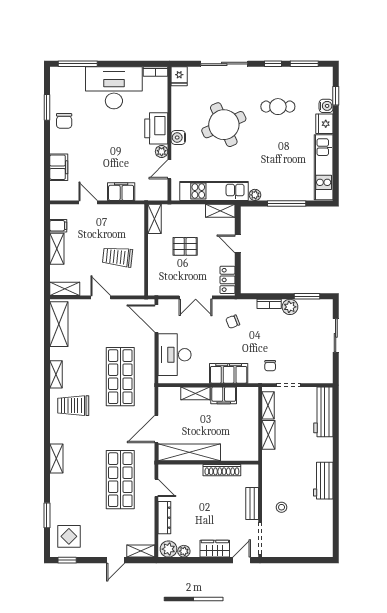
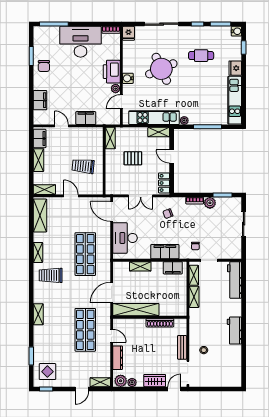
water cooler: (326, 106) -> (236, 31), moved
filing cabinet: (58, 226) -> (40, 138), width x2.00
filing cabinet: (224, 395) -> (173, 268), moved

